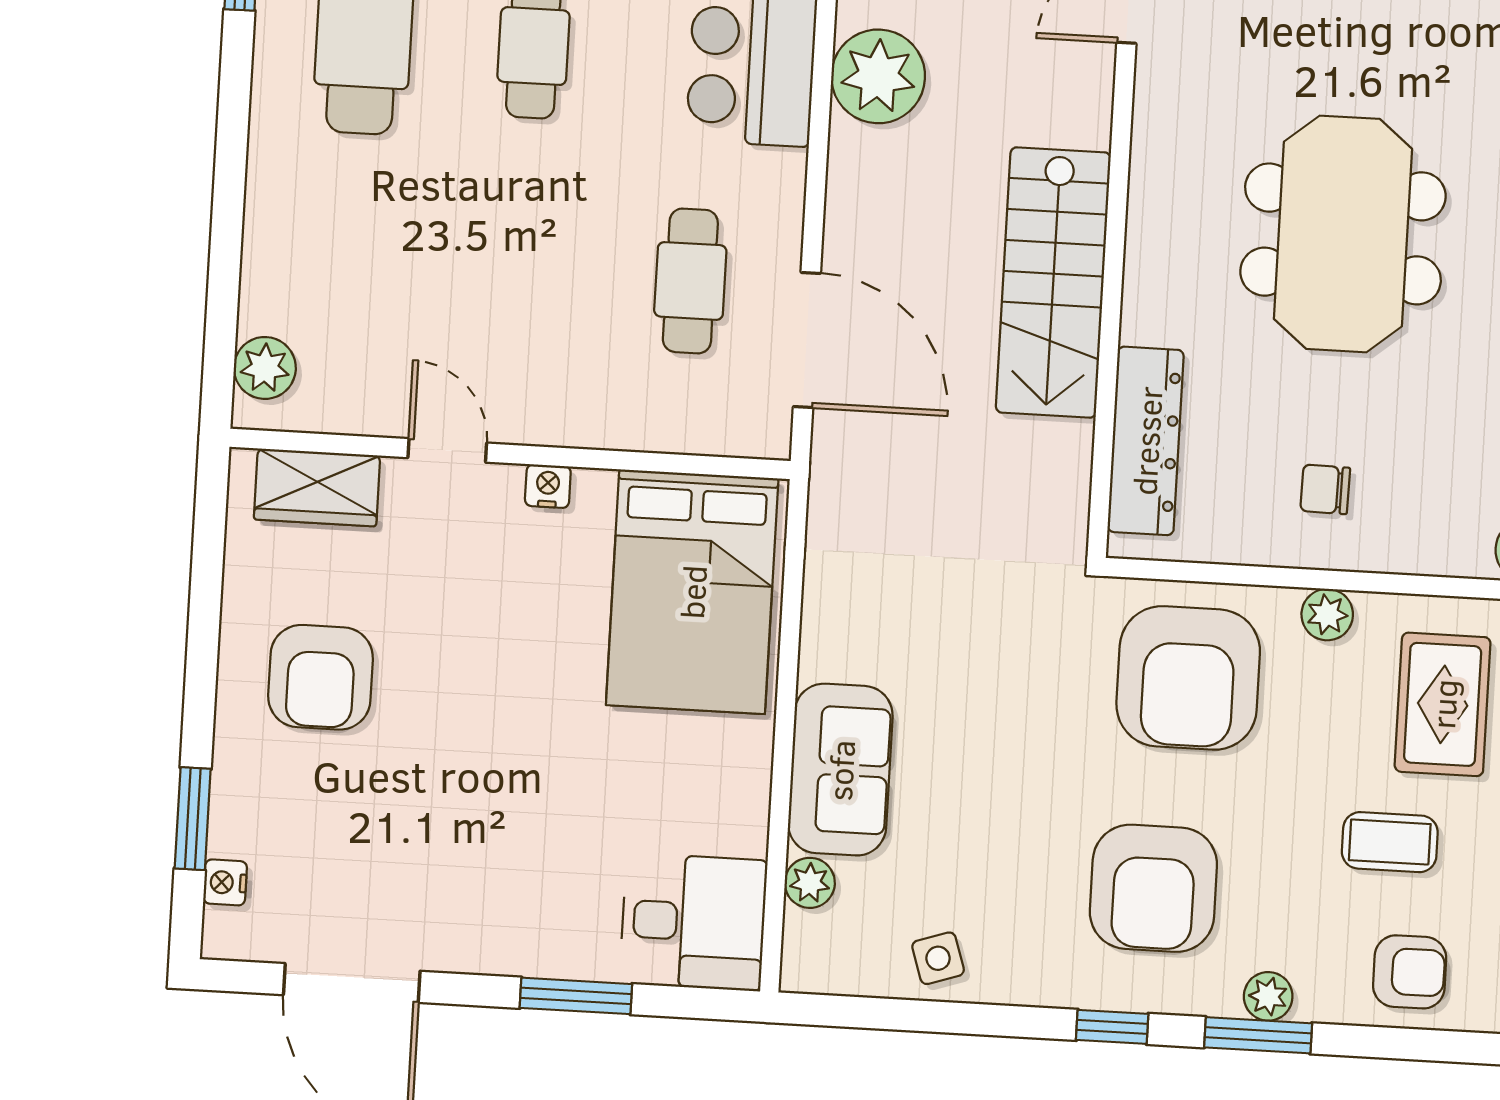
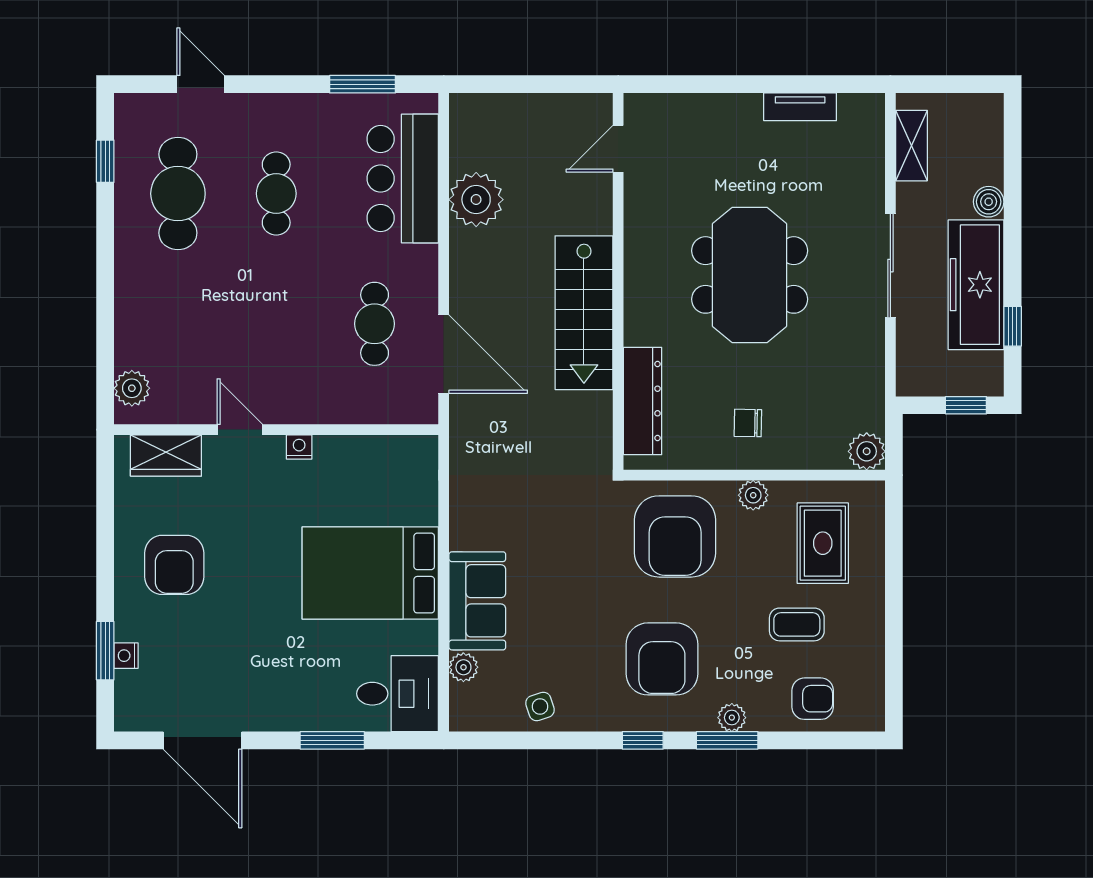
bed: (692, 592) -> (370, 573), moved, turned 90
nightstand: (225, 882) -> (126, 656), moved

